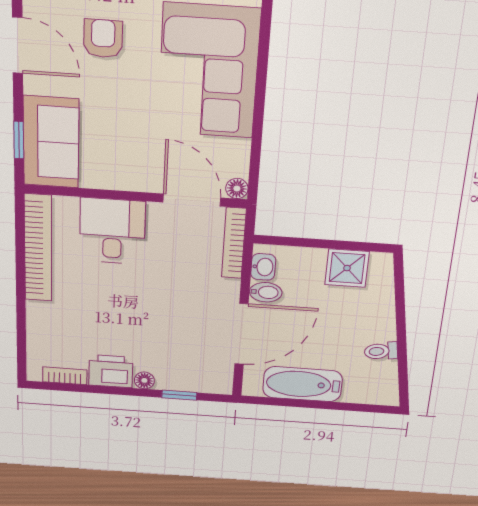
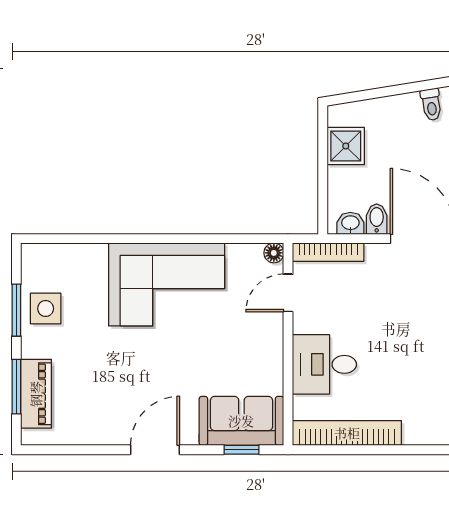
armchair: (103, 39) -> (144, 376), removed
door: (192, 200) -> (288, 293), width x0.73

